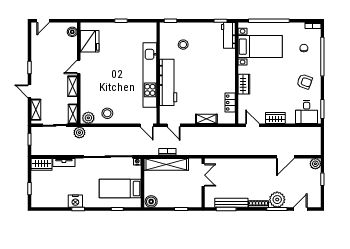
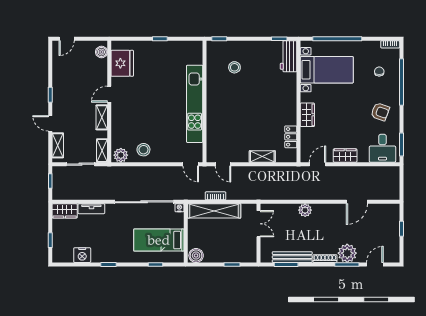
workbench: (168, 82) -> (217, 113), removed
door: (252, 125) -> (318, 164), hinge flipped
plant: (79, 133) -> (110, 173), removed
plant: (315, 164) -> (305, 210), moved
nightstand: (75, 201) -> (82, 255), moved

